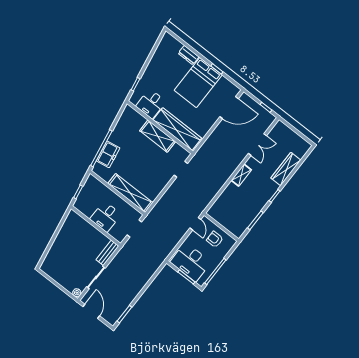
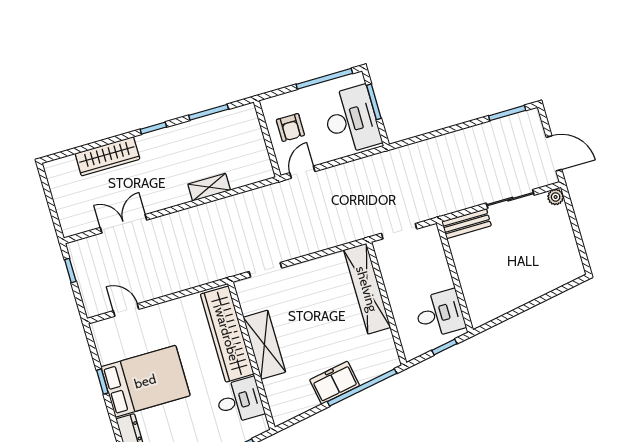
door: (229, 108) -> (126, 310), width x0.53
freezer: (108, 154) -> (335, 383), moved
shelving: (241, 175) -> (209, 187), moved
desk: (106, 217) -> (440, 314), moved
door: (91, 311) -> (554, 153), swing flipped

